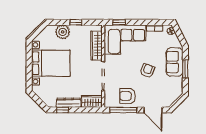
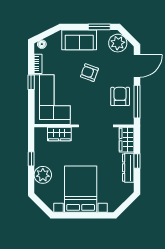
window: (119, 22) -> (31, 82), moved
wardrobe: (96, 46) -> (59, 134), width x0.67
window: (185, 69) -> (99, 27), moved
plant: (172, 94) -> (118, 43), added
armchair: (128, 96) -> (120, 96), turned 180
window: (63, 110) -> (137, 161), moved

